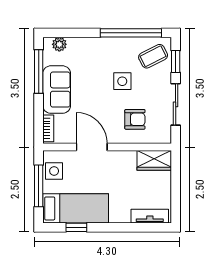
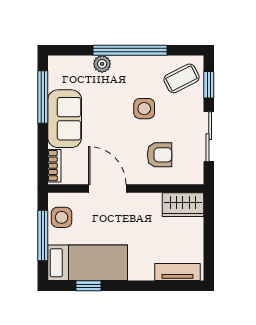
window: (131, 33) -> (130, 50), moved
plant: (59, 44) -> (102, 64), moved

